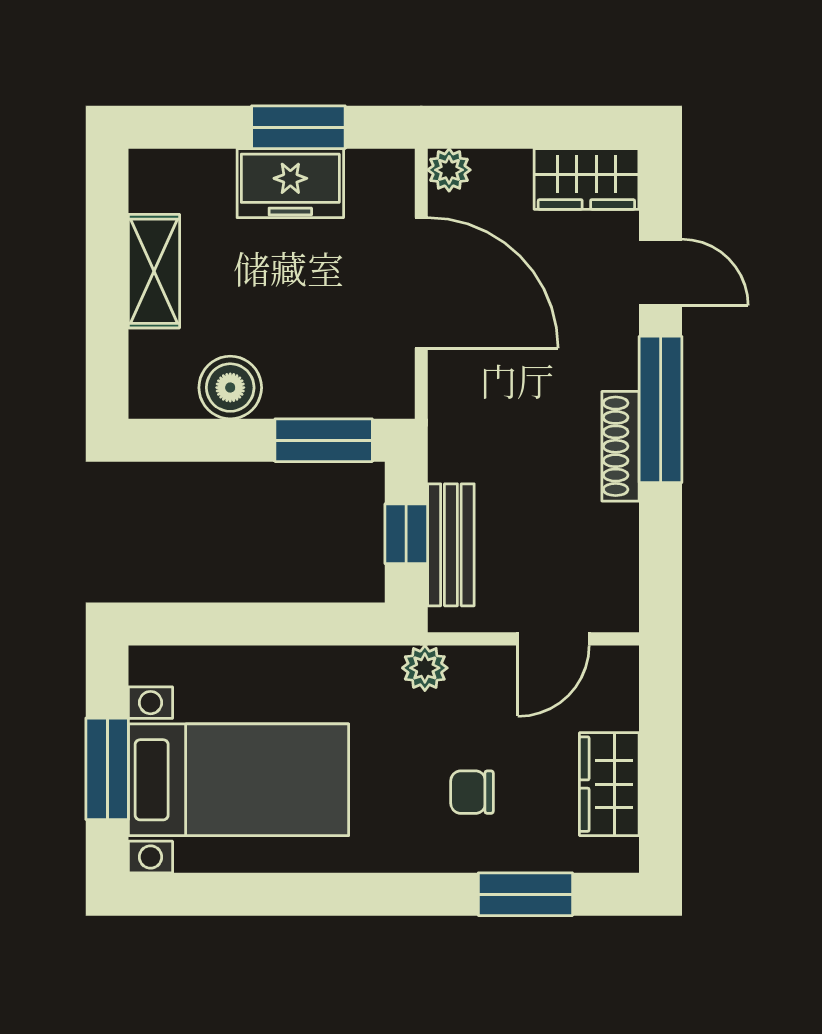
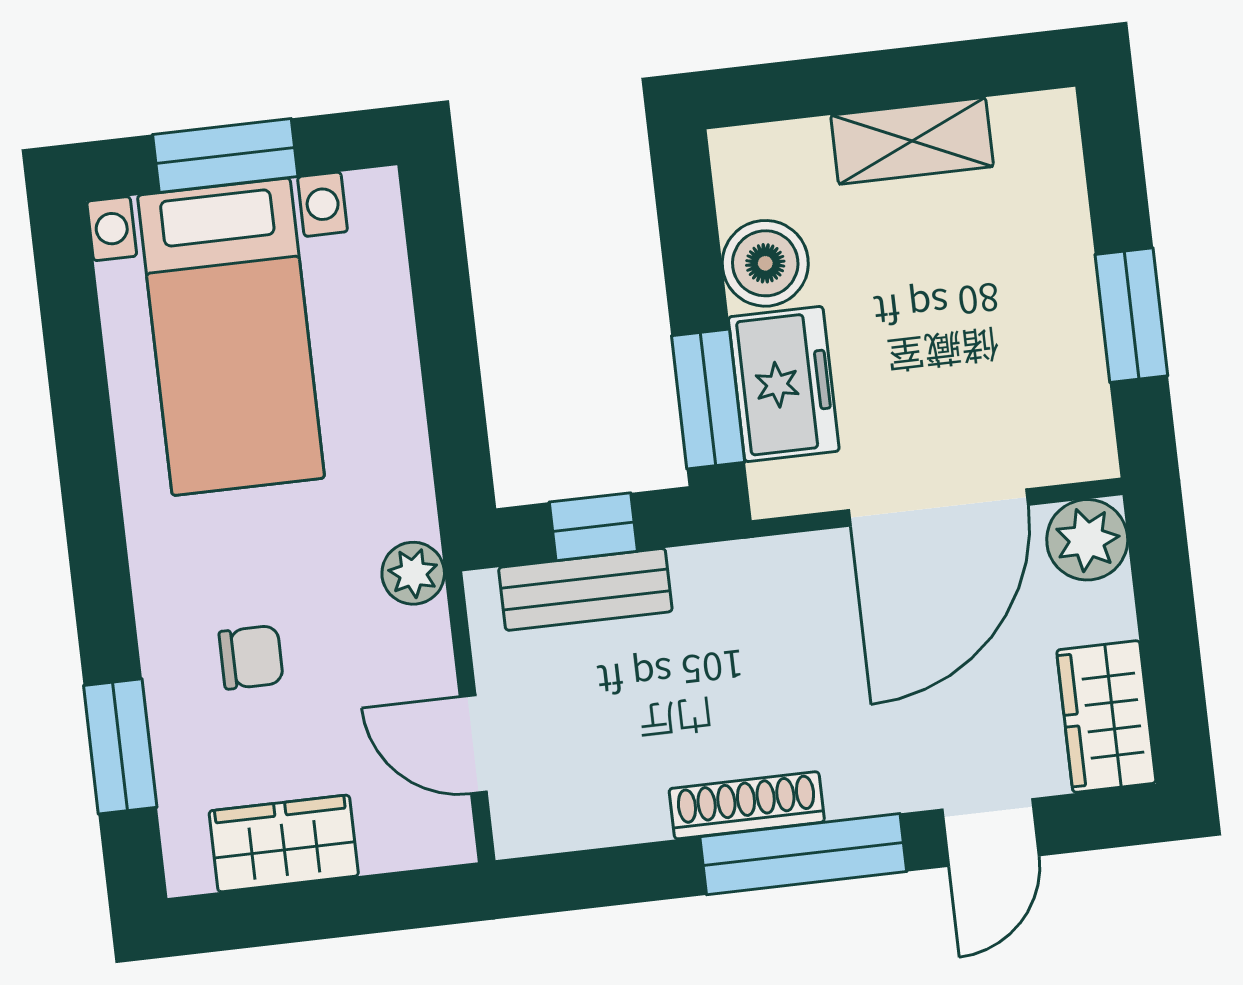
plant: (449, 170) -> (1087, 540), width x1.38, depth x1.38
freezer: (290, 183) -> (784, 384), moved, turned 180
chair: (472, 792) -> (251, 657), turned 90

